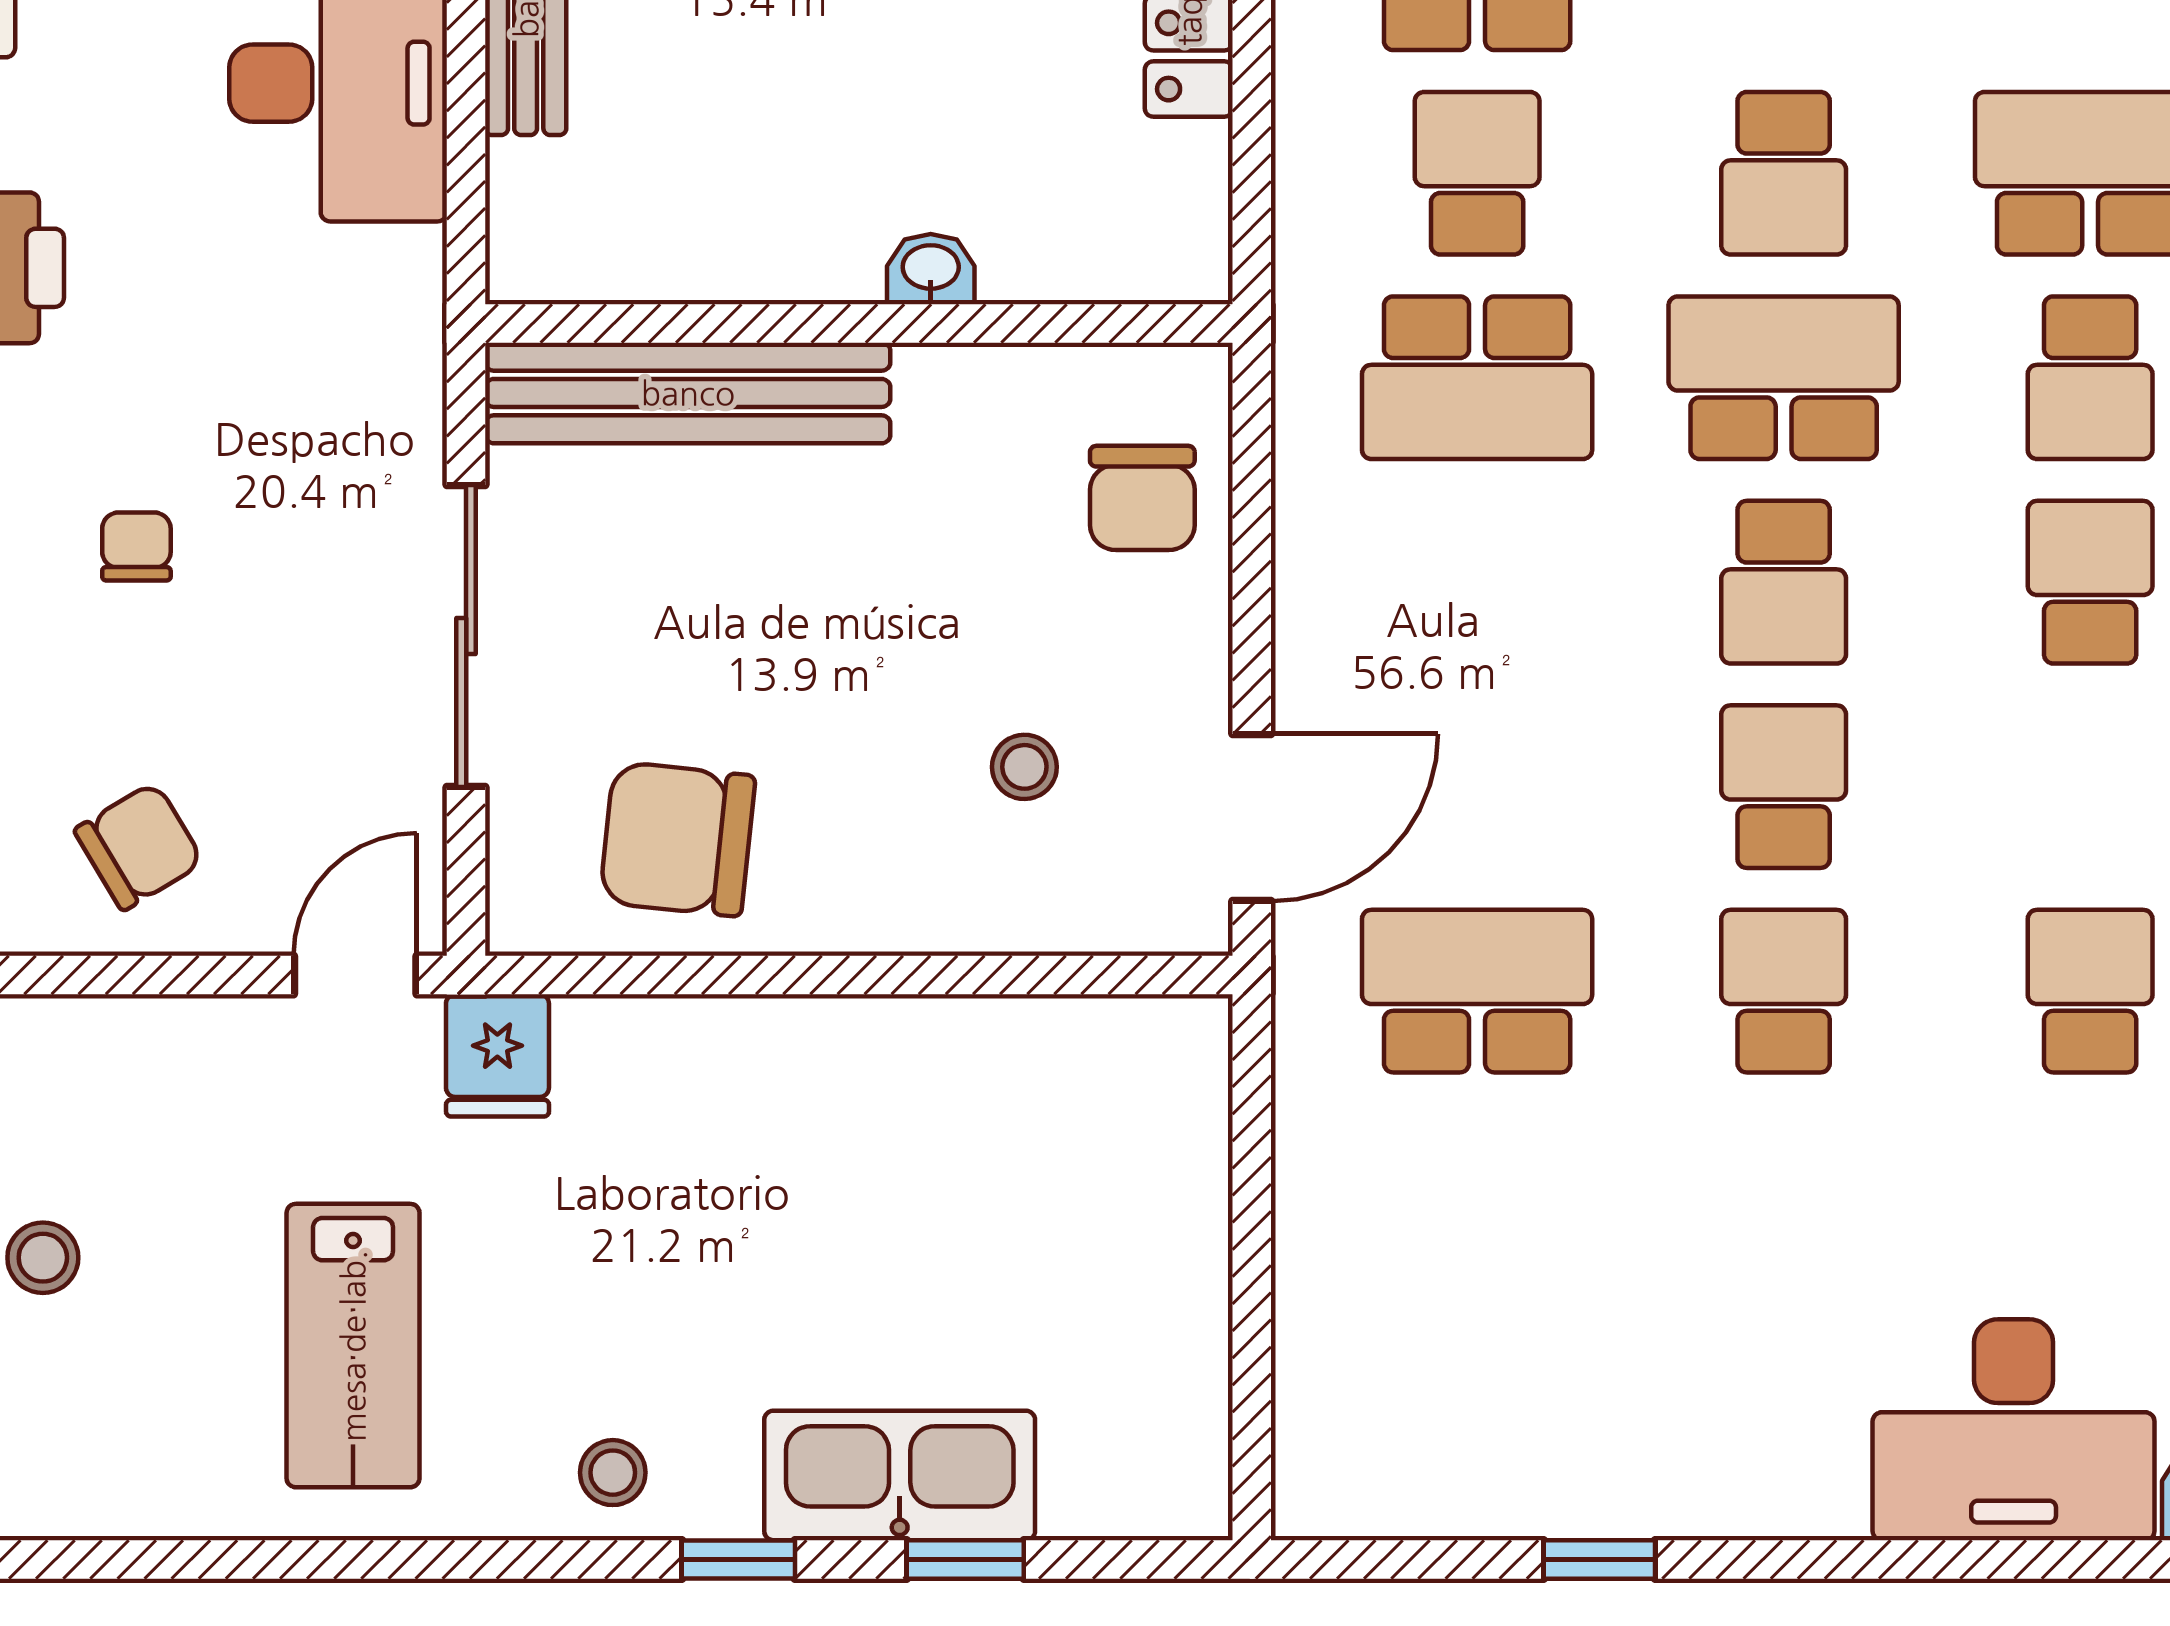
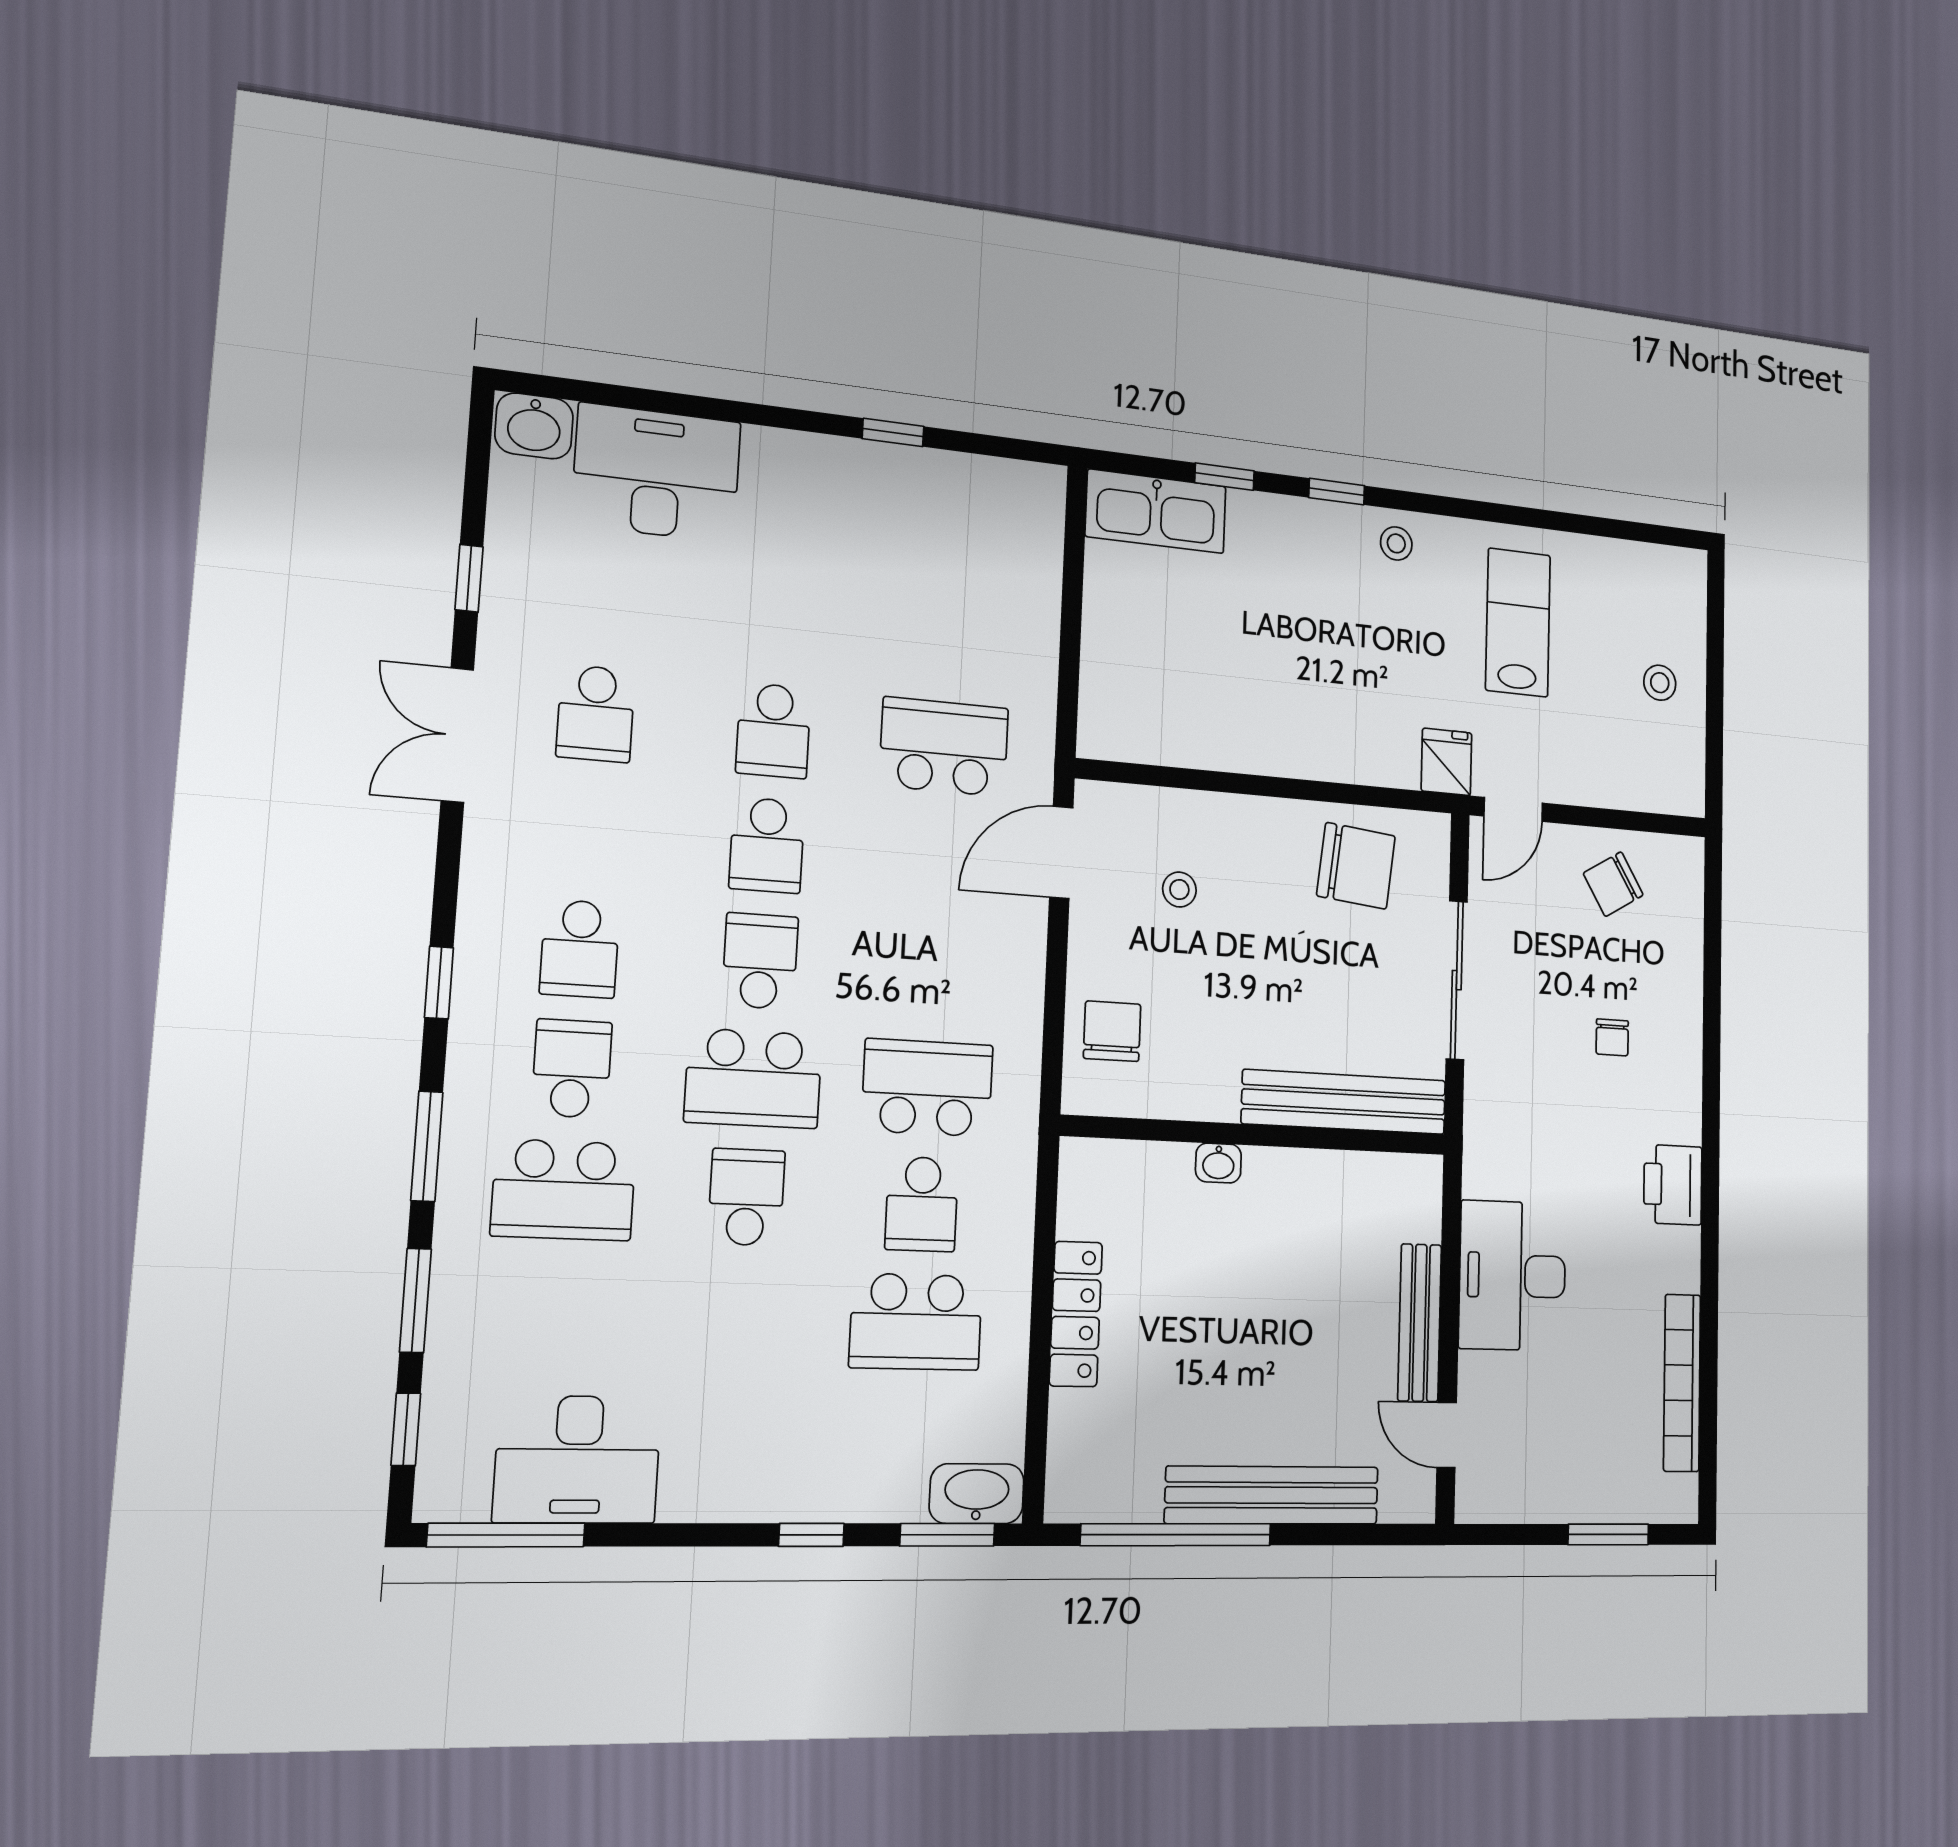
school desk: (1477, 991) -> (944, 747), turned 180
kitchen sink: (900, 1475) -> (1156, 511), moved

